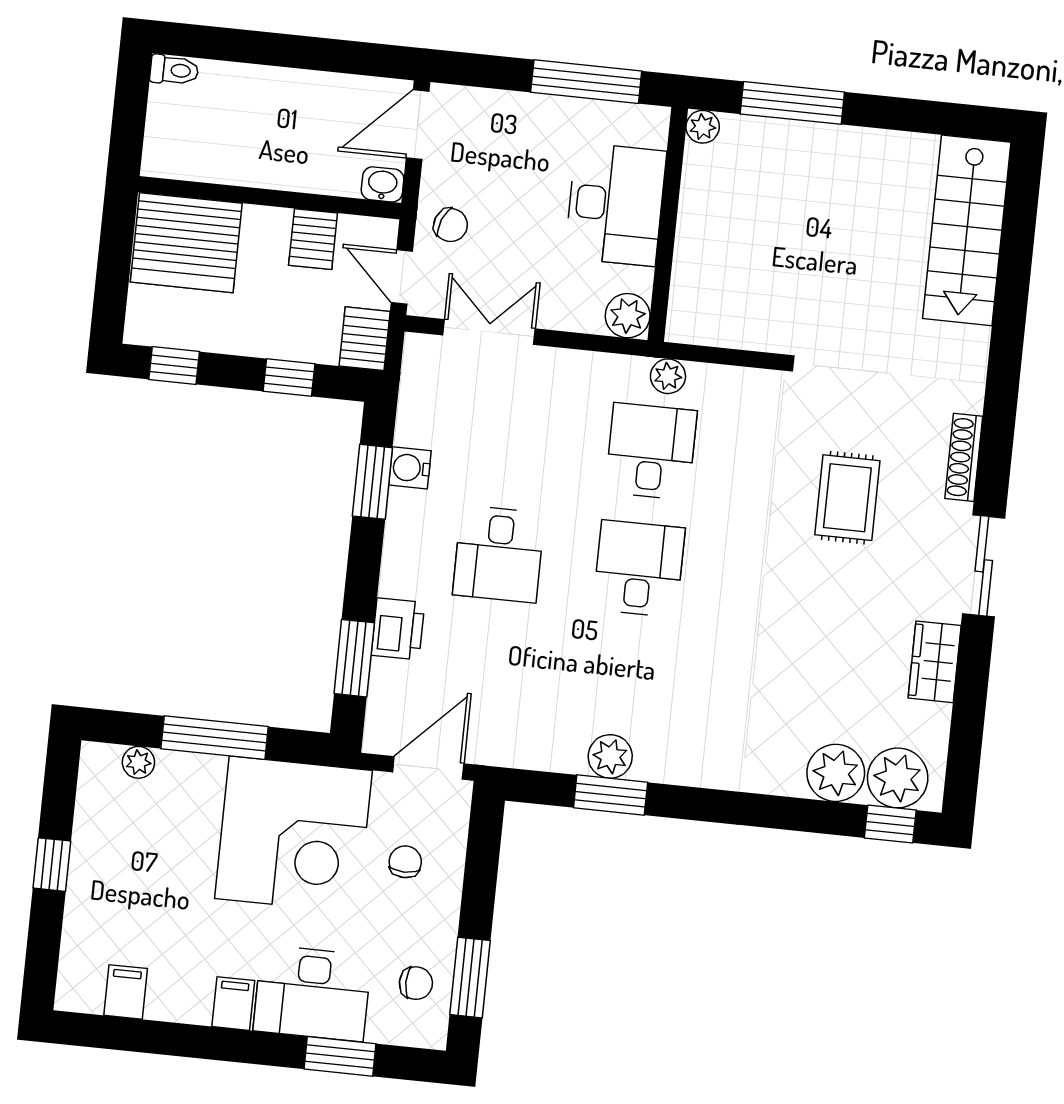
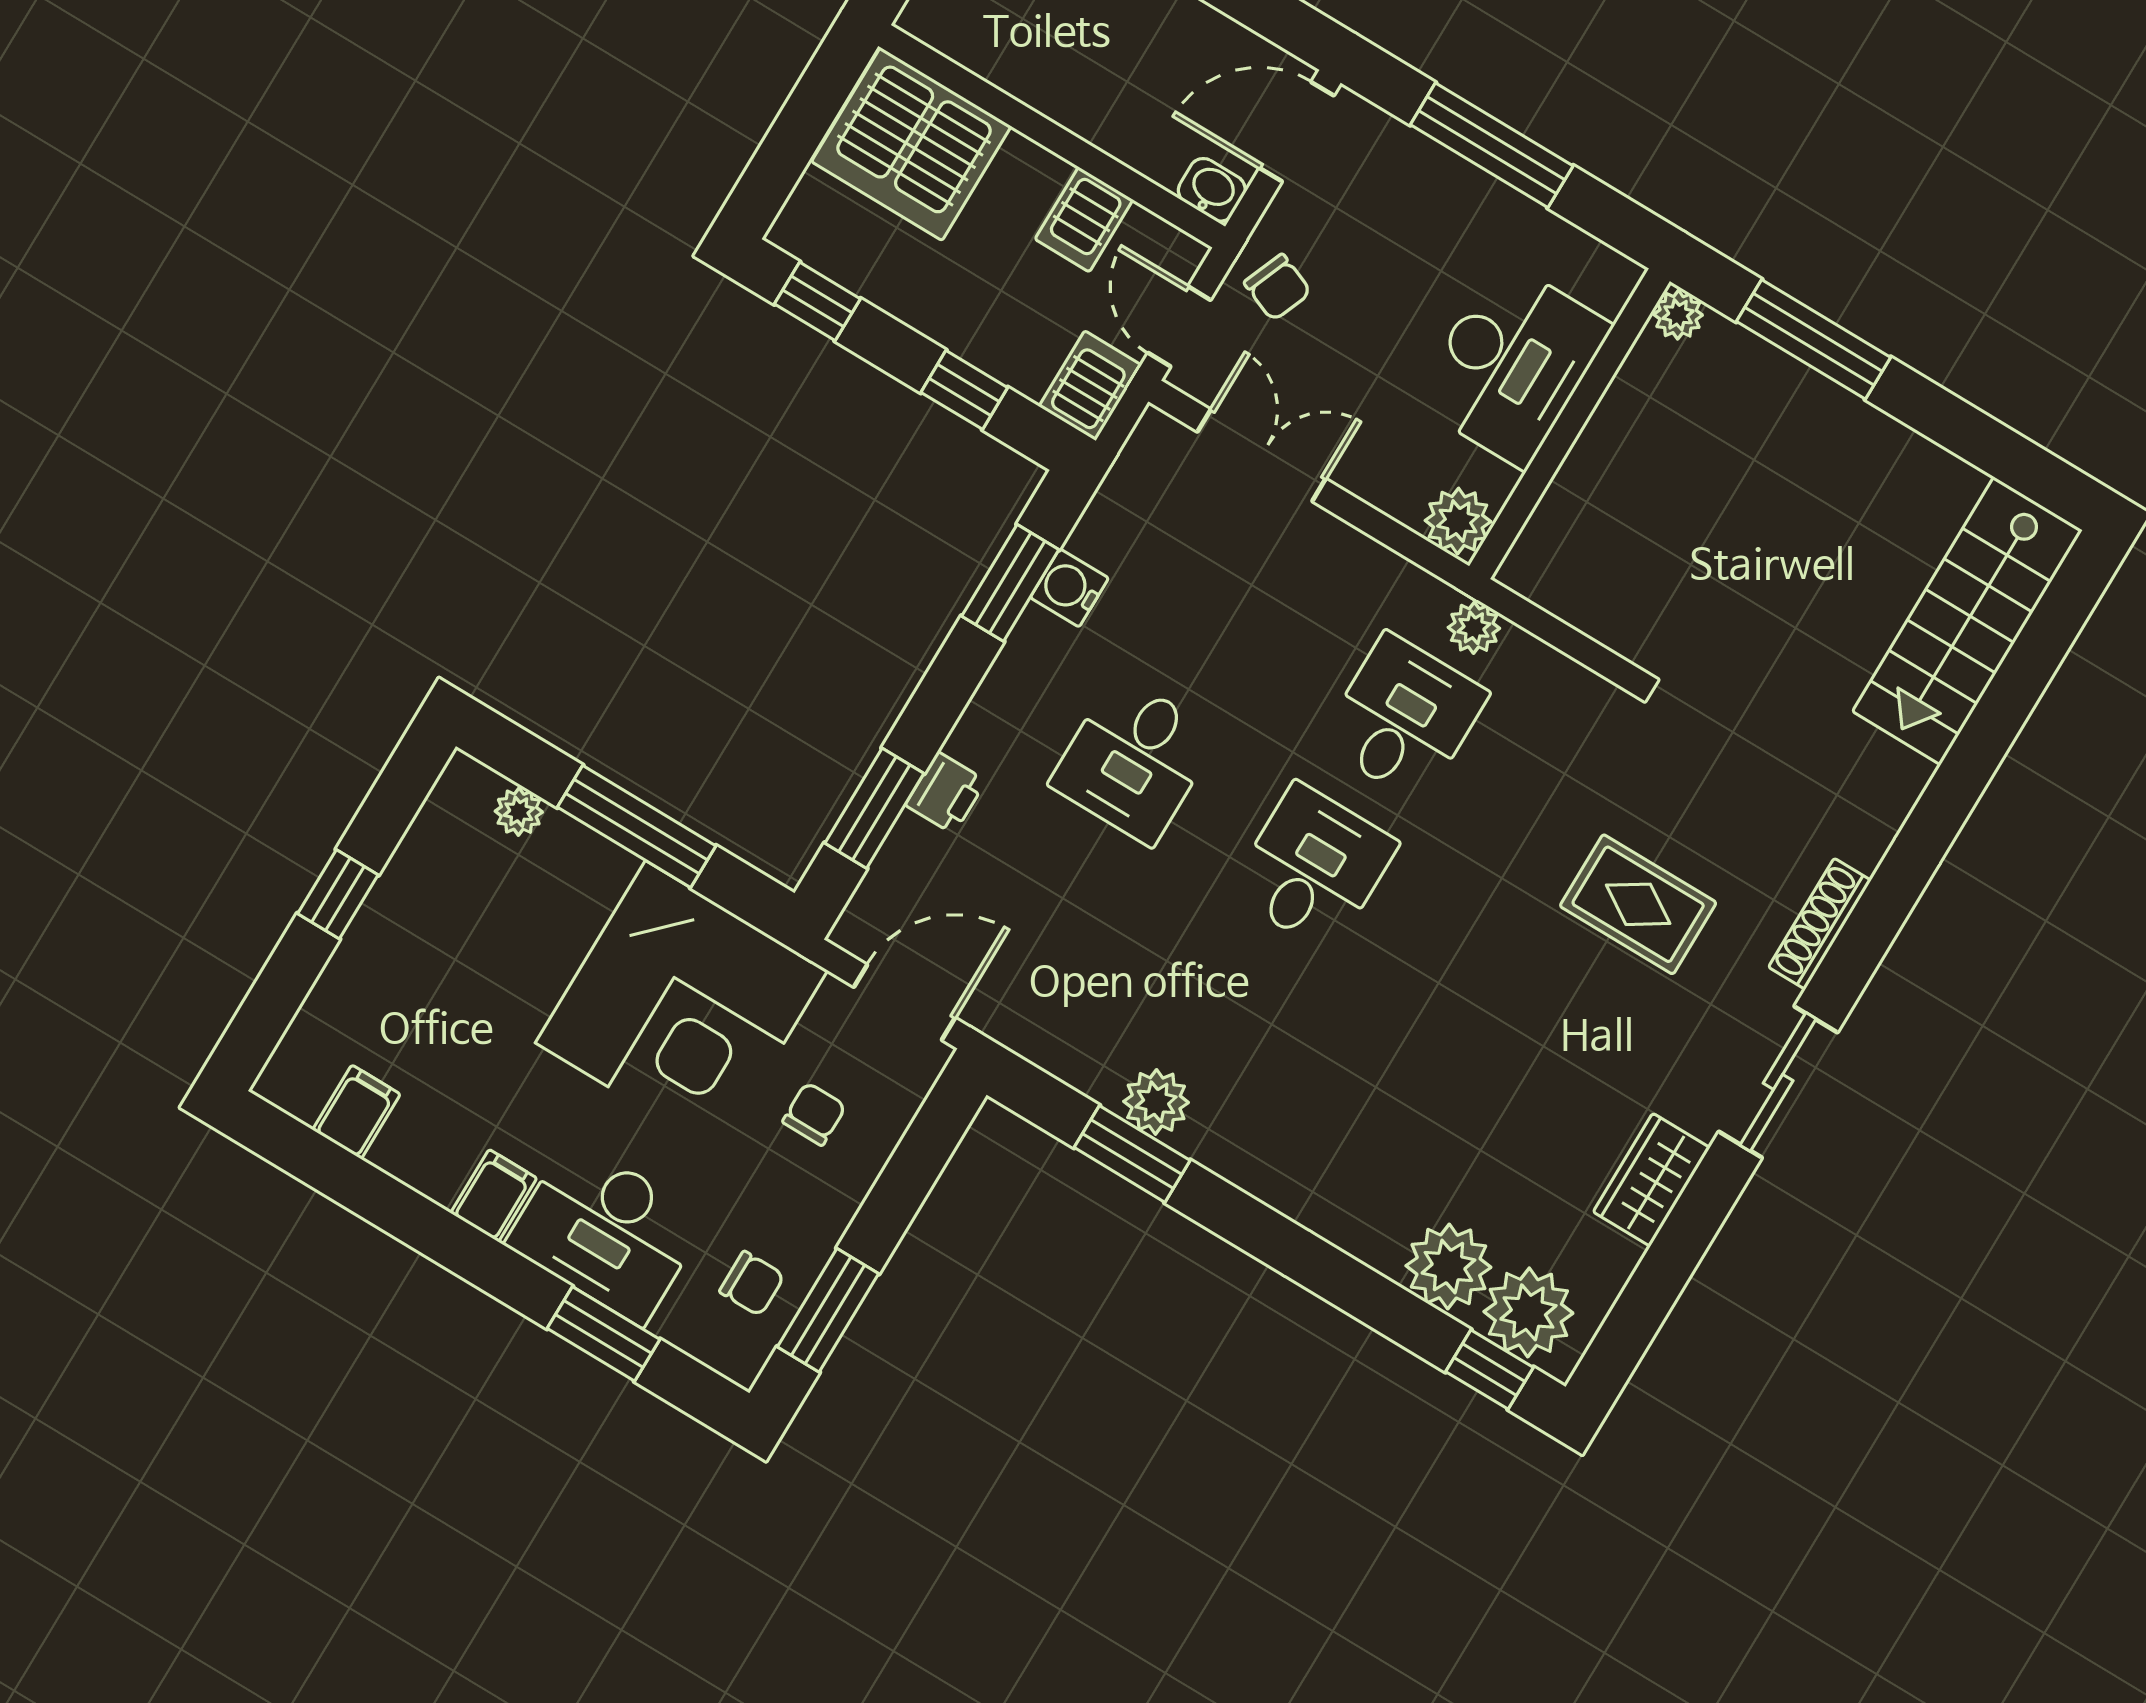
window: (586, 82) -> (1492, 145), moved
rug: (847, 498) -> (1638, 904), turned 90
printer: (398, 629) -> (946, 793), width x0.73, depth x0.81

